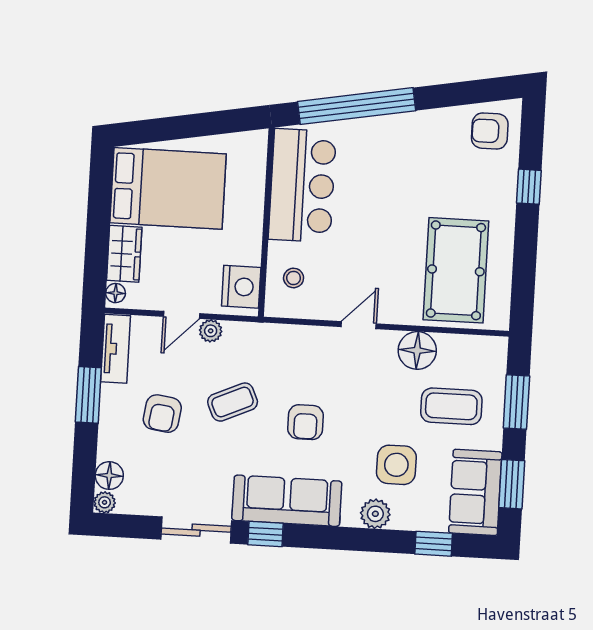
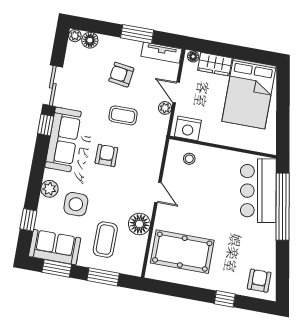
bar counter: (302, 185) -> (258, 191), moved, turned 80
coffee table: (233, 402) -> (123, 115), turned -66
armchair: (306, 422) -> (106, 155), turned 90

